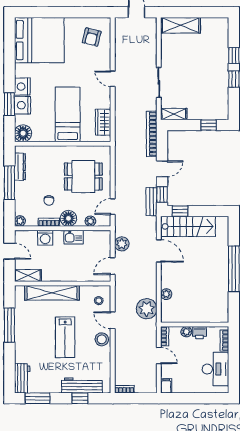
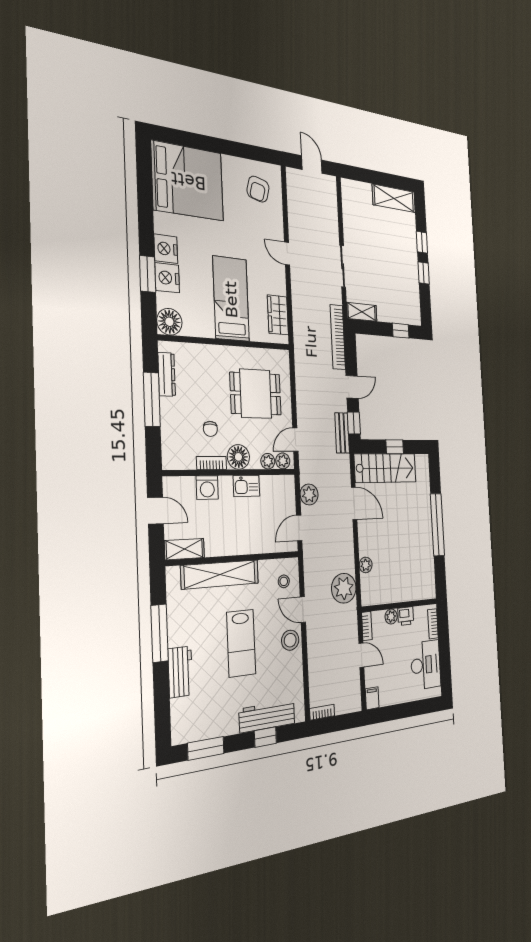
shelving: (181, 25) -> (394, 198), moved
window: (180, 211) -> (395, 447), moved
plant: (20, 221) -> (283, 461), moved
workbench: (22, 378) -> (180, 672), moved

